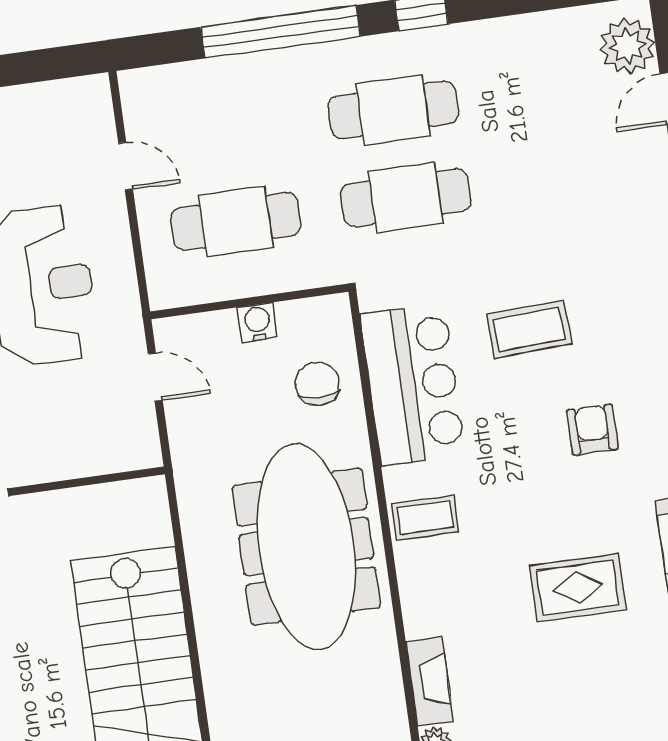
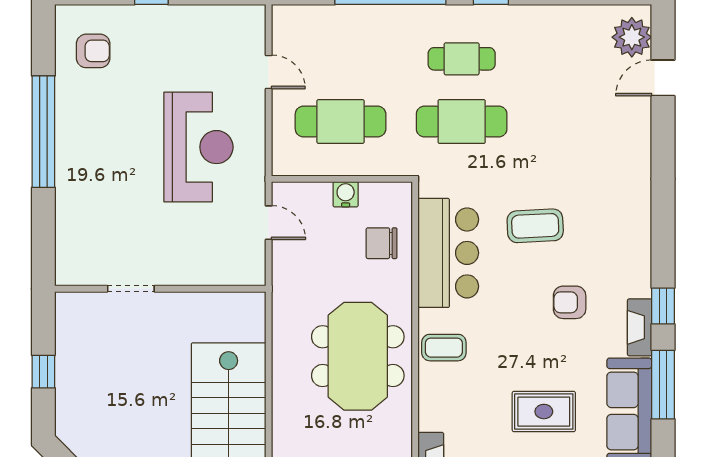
cafe table: (393, 110) -> (462, 59), width x0.73, depth x0.74
chair: (317, 384) -> (382, 243), turned -90
armchair: (592, 430) -> (570, 302), turned -90
meeting table: (306, 547) -> (358, 356), width x0.73

